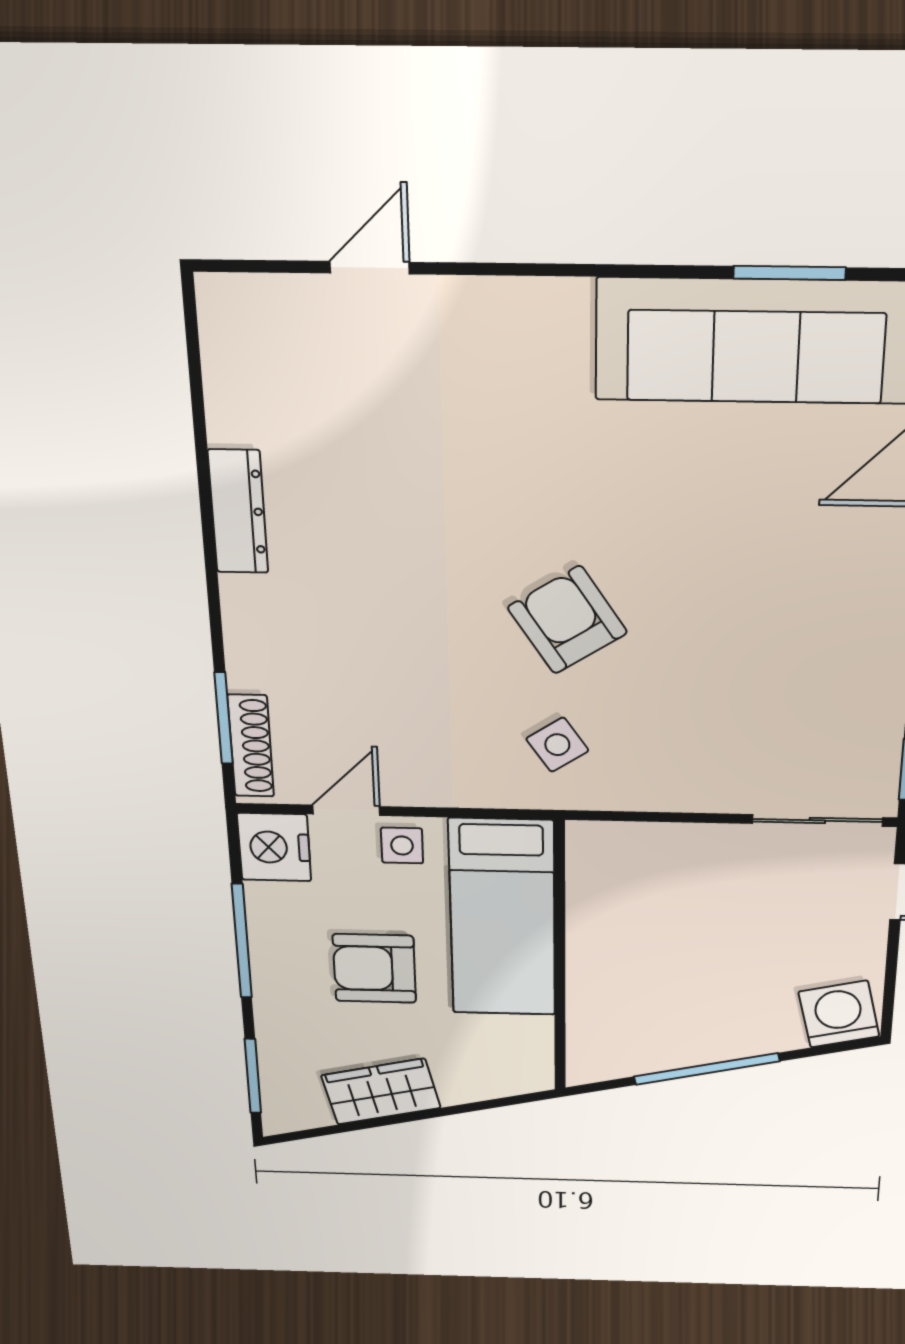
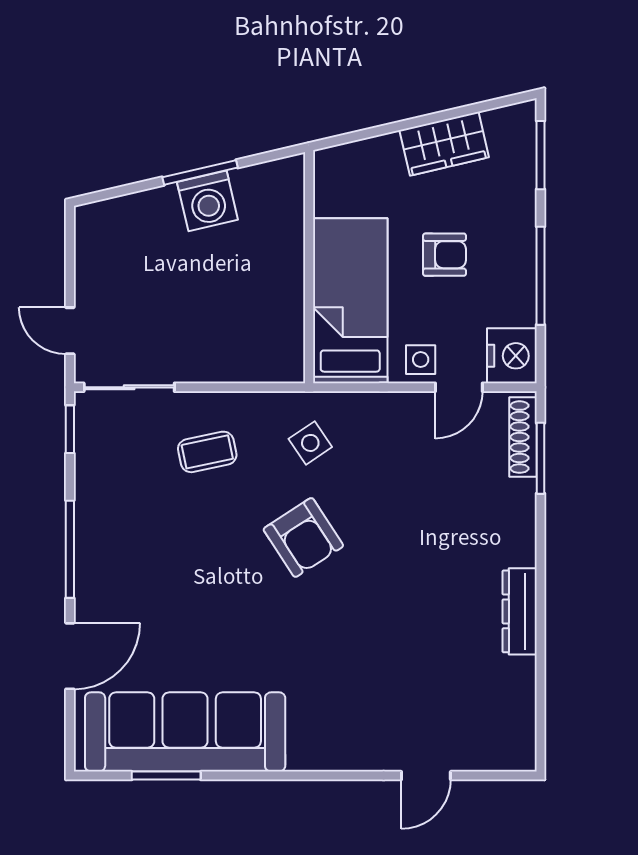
coffee table: (708, 736) -> (207, 452), added
armchair: (374, 968) -> (445, 255), width x0.72, depth x0.72
washing machine: (839, 1014) -> (207, 201), moved
window: (707, 1069) -> (200, 172), width x0.69

